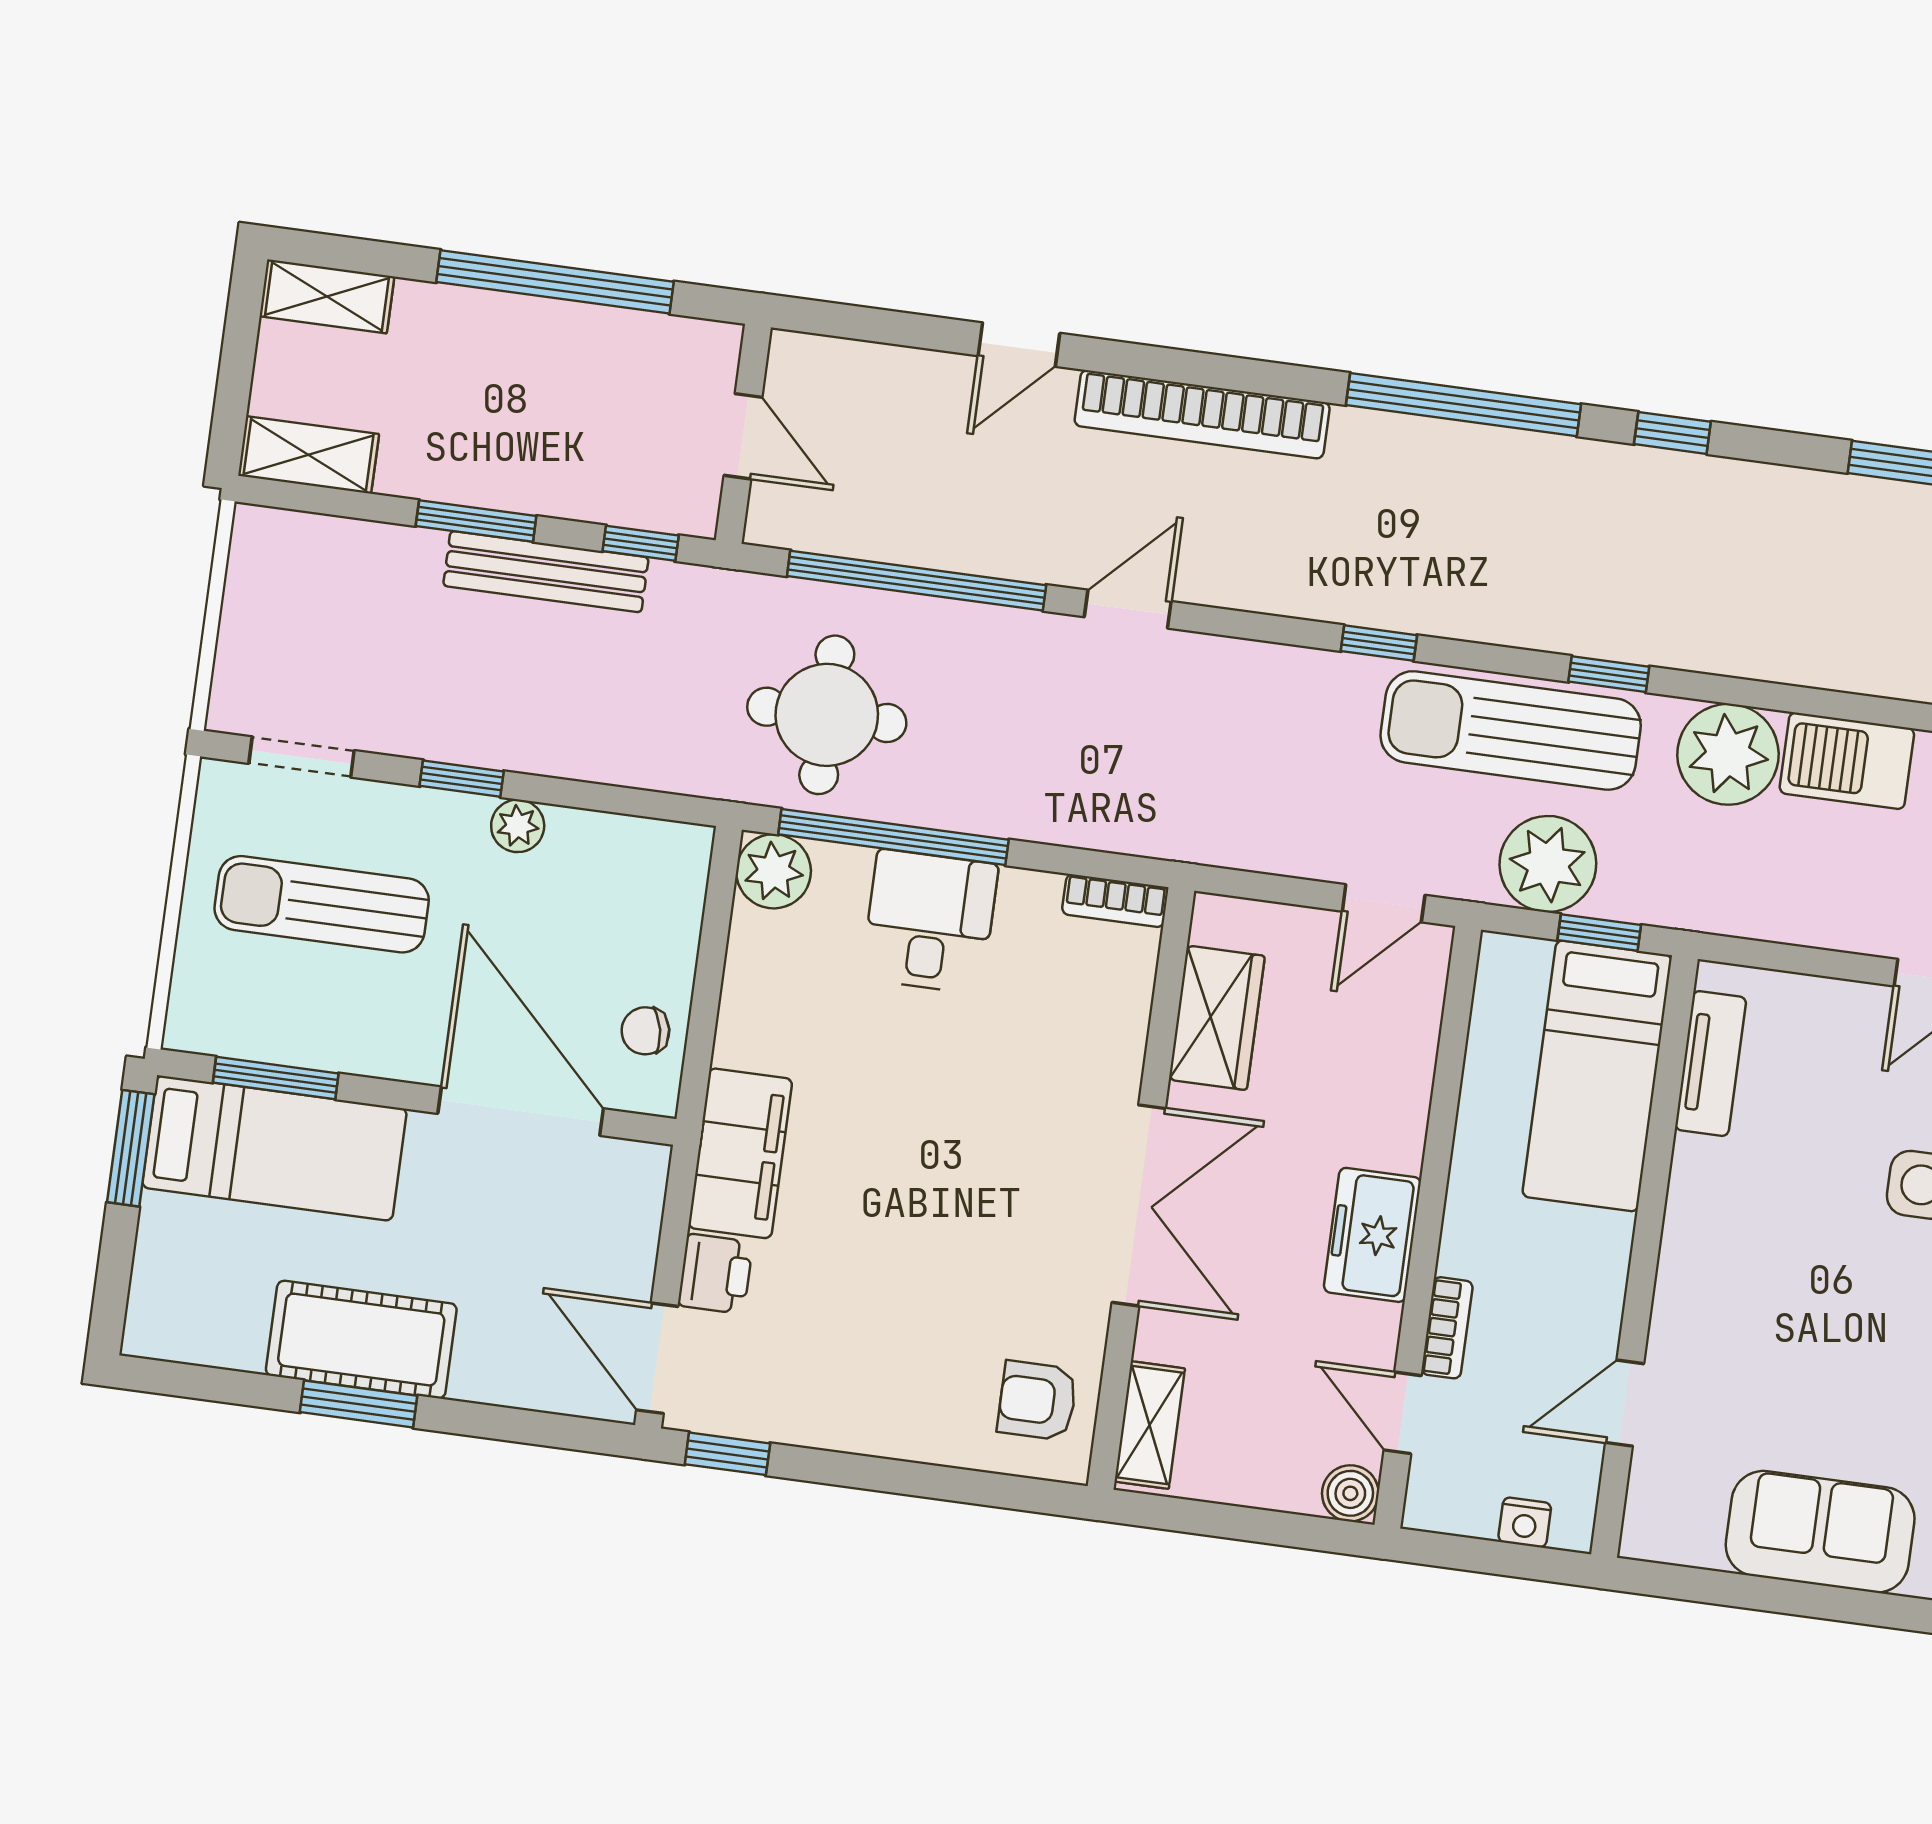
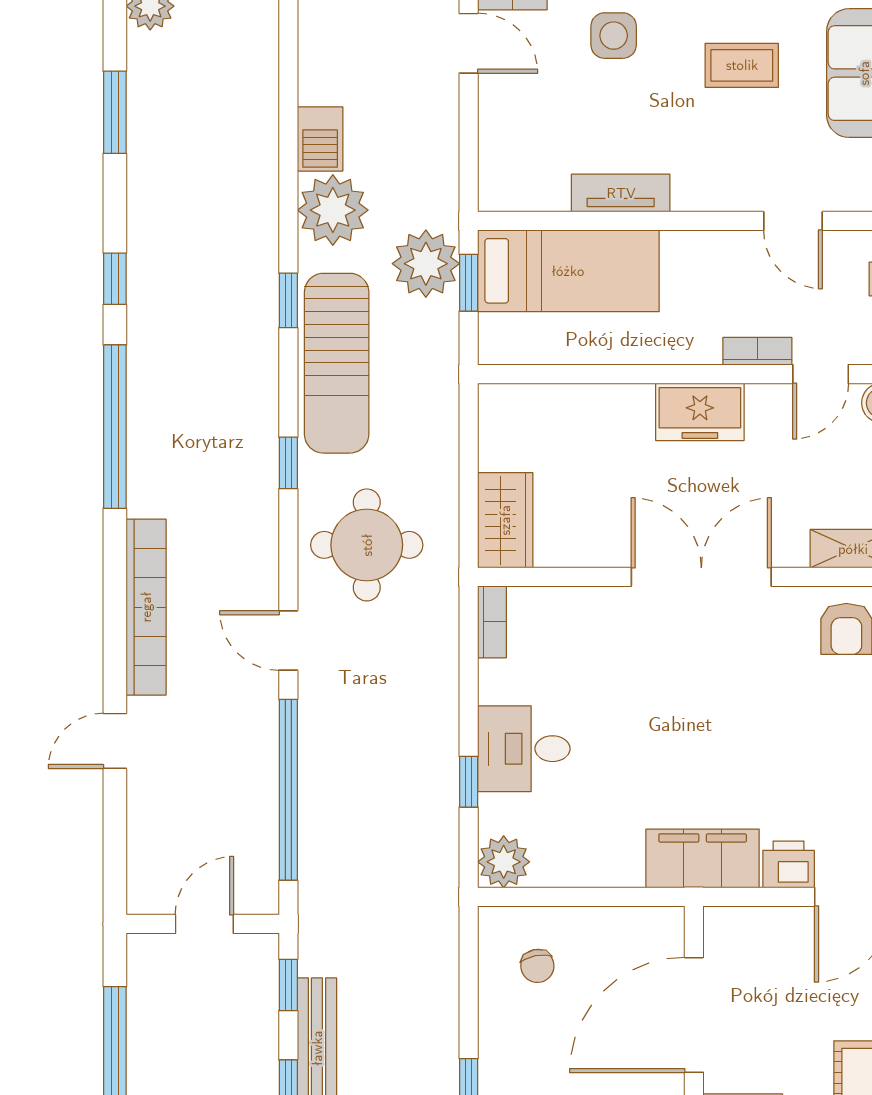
door: (1019, 345) -> (115, 741), swing flipped
round table: (827, 715) -> (367, 545), moved
barbecue: (1847, 761) -> (320, 139), width x0.73, depth x0.79
plant: (518, 826) -> (496, 1044), removed
window: (893, 837) -> (469, 782), width x0.32
plant: (1548, 864) -> (426, 264), moved
door: (1384, 903) -> (469, 435), removed
wardrobe: (1217, 1018) -> (505, 520), moved, turned 90
chair: (645, 1031) -> (537, 966), moved
tv unit: (1711, 1064) -> (621, 193), moved
coffee table: (1854, 1360) -> (742, 65), added

